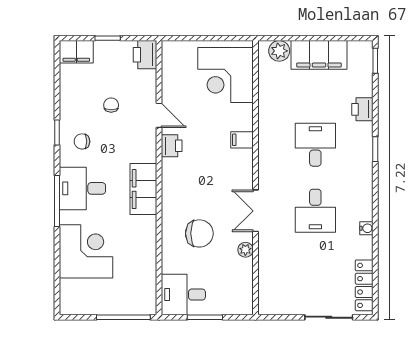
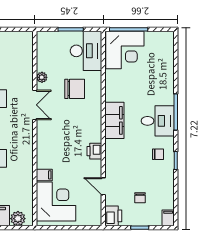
filing cabinet: (76, 52) -> (168, 218), width x0.50
chair: (111, 105) -> (140, 198), moved
door: (159, 115) -> (103, 186), moved
filing cabinet: (242, 140) -> (44, 175), moved
chair: (199, 233) -> (75, 89), turned 180
corner desk: (86, 251) -> (125, 50), moved, turned -90
desk: (183, 295) -> (86, 51), width x1.37

